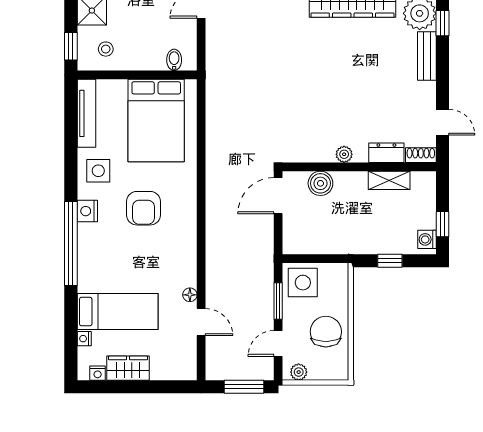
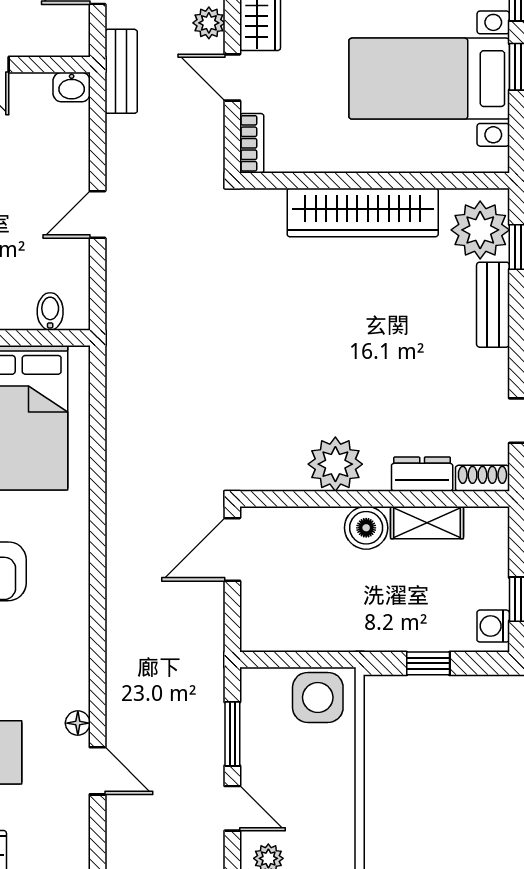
plant: (344, 154) -> (335, 464), width x1.87, depth x1.87
boiler: (320, 183) -> (366, 528), moved
side table: (303, 283) -> (318, 697), moved
chair: (326, 332) -> (316, 788), removed
door: (278, 343) -> (232, 808), swing flipped

